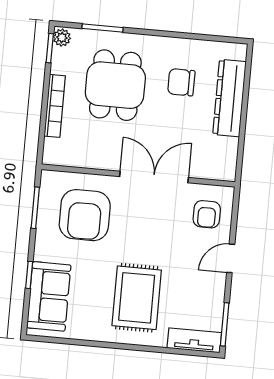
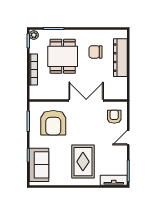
armchair: (207, 214) -> (114, 117), turned 180

